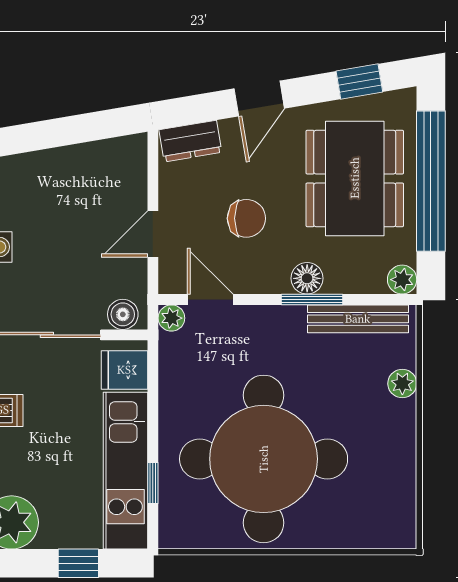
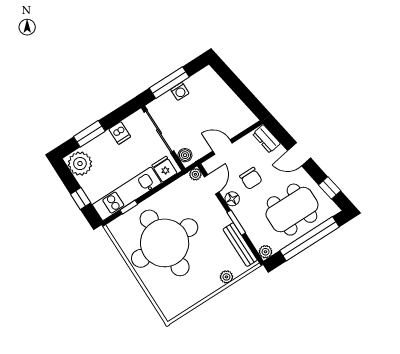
floor lamp: (307, 278) -> (232, 199), moved

